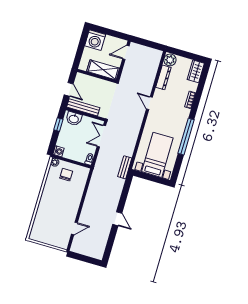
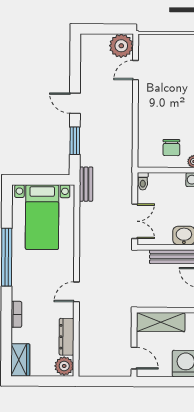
door: (126, 52) -> (134, 358), hinge flipped
door: (149, 103) -> (76, 292), swing flipped
window: (124, 196) -> (75, 141), added
plant: (79, 246) -> (121, 46), added

